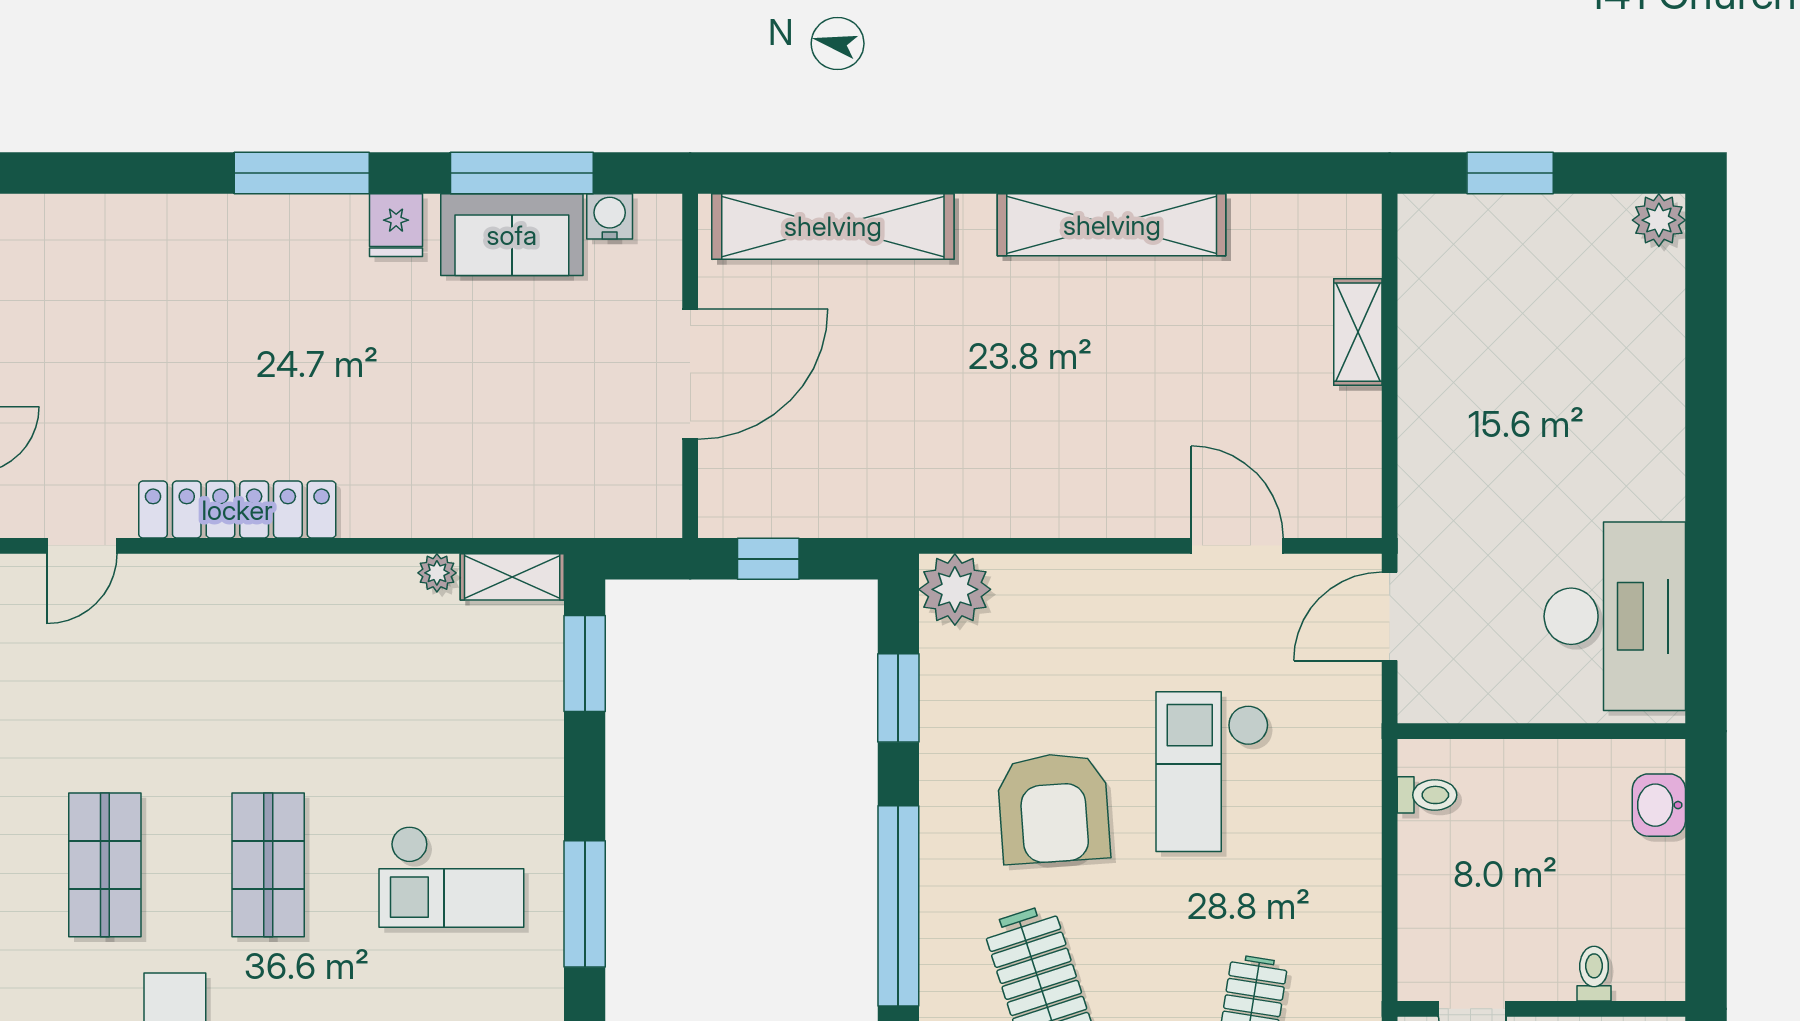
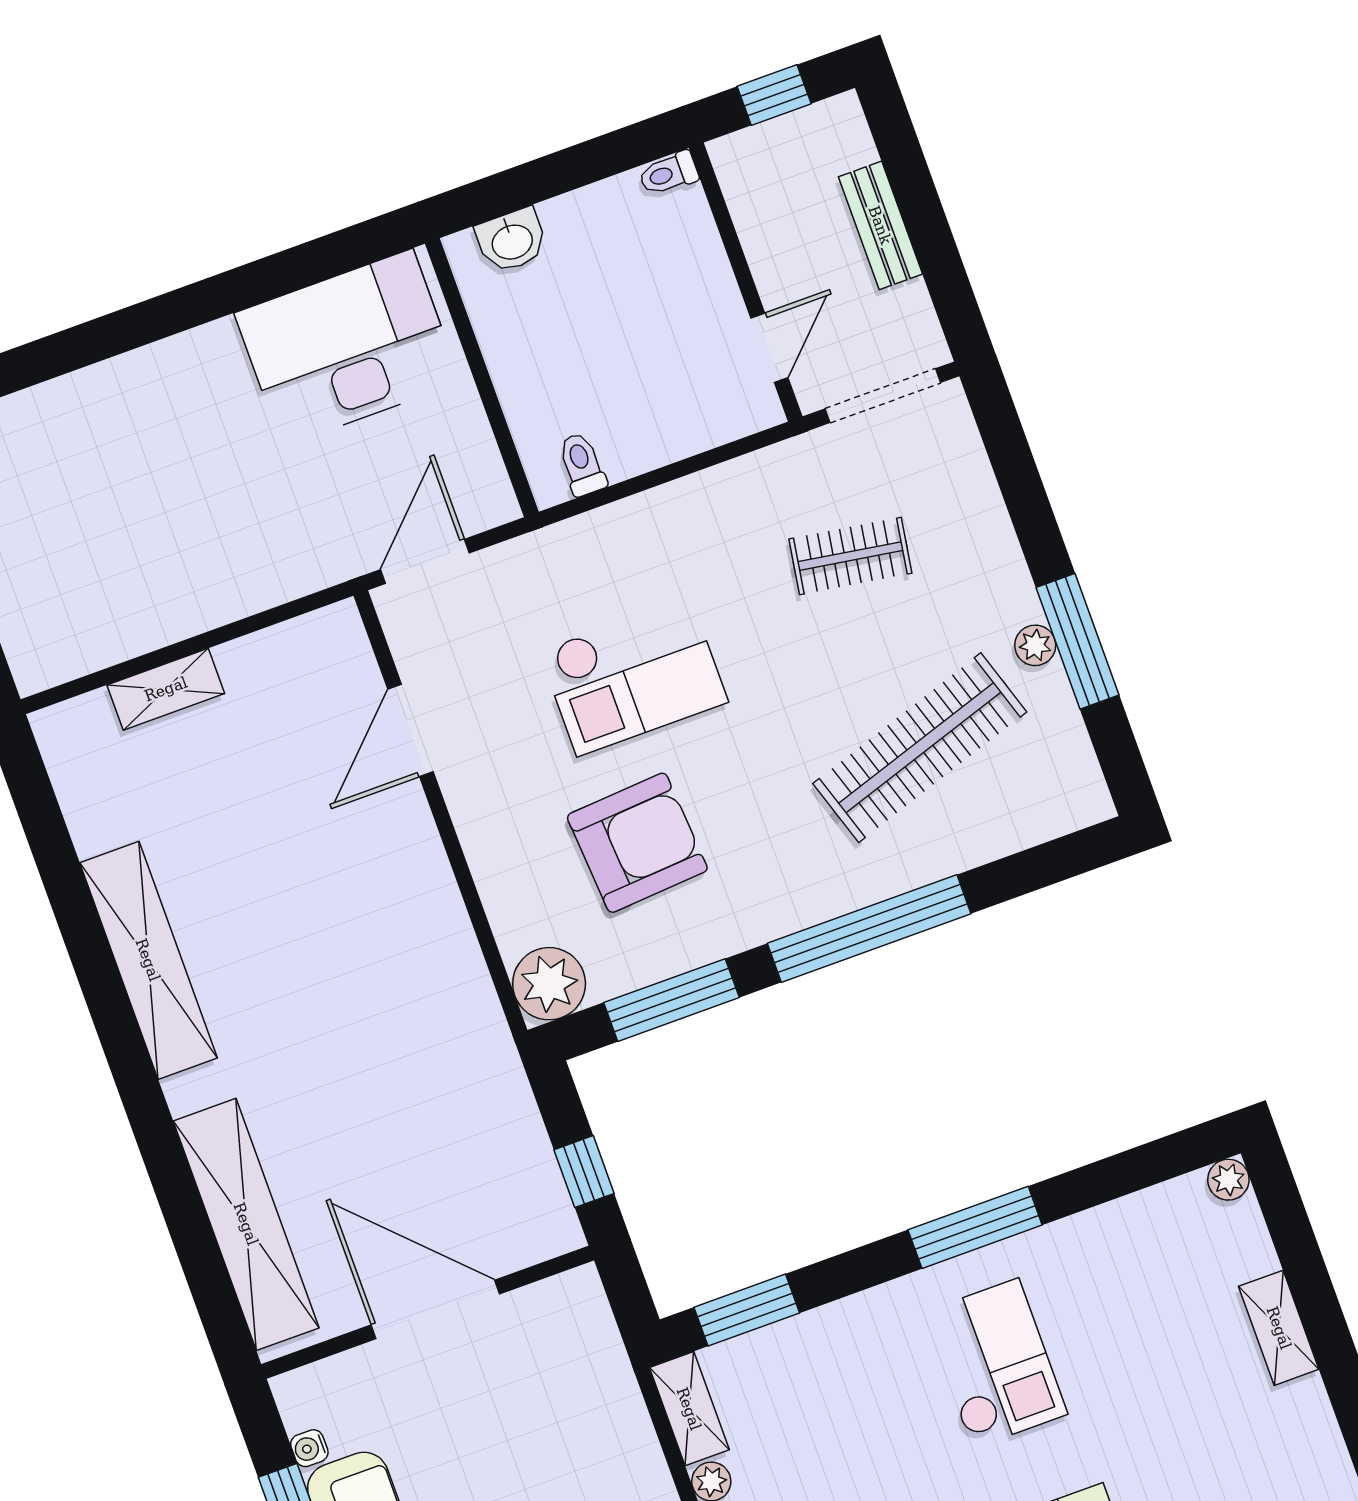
water cooler: (610, 216) -> (309, 1448), width x0.72, depth x0.72
door: (1390, 616) -> (425, 561), swing flipped
window: (898, 698) -> (672, 1000), width x1.44
armchair: (1054, 808) -> (637, 843), moved
toilet: (1594, 974) -> (669, 174), moved

